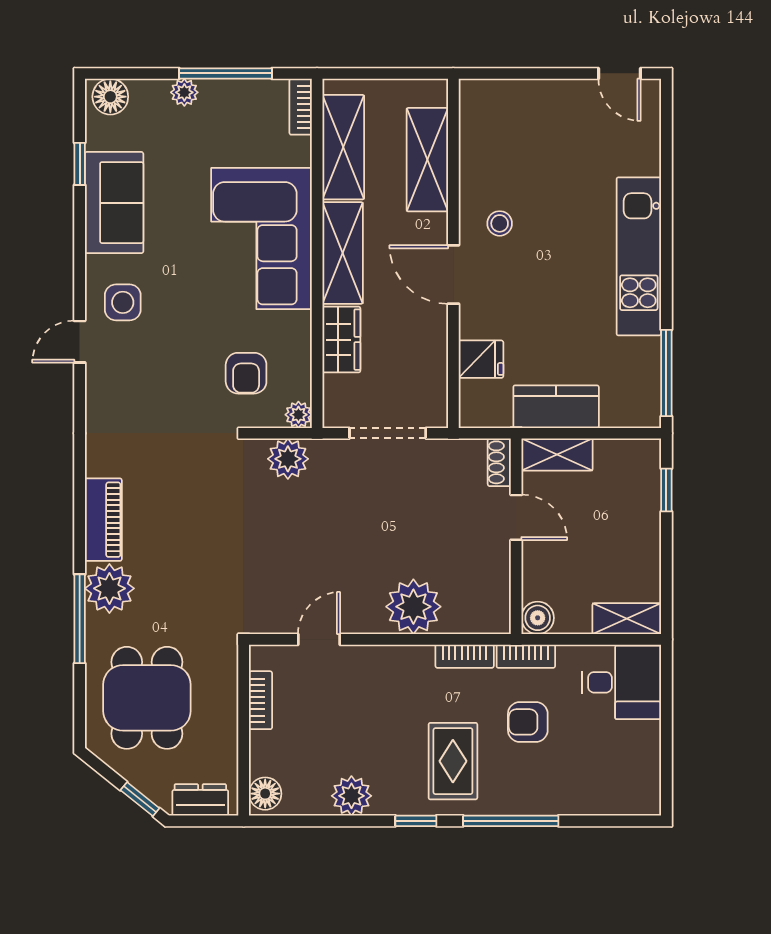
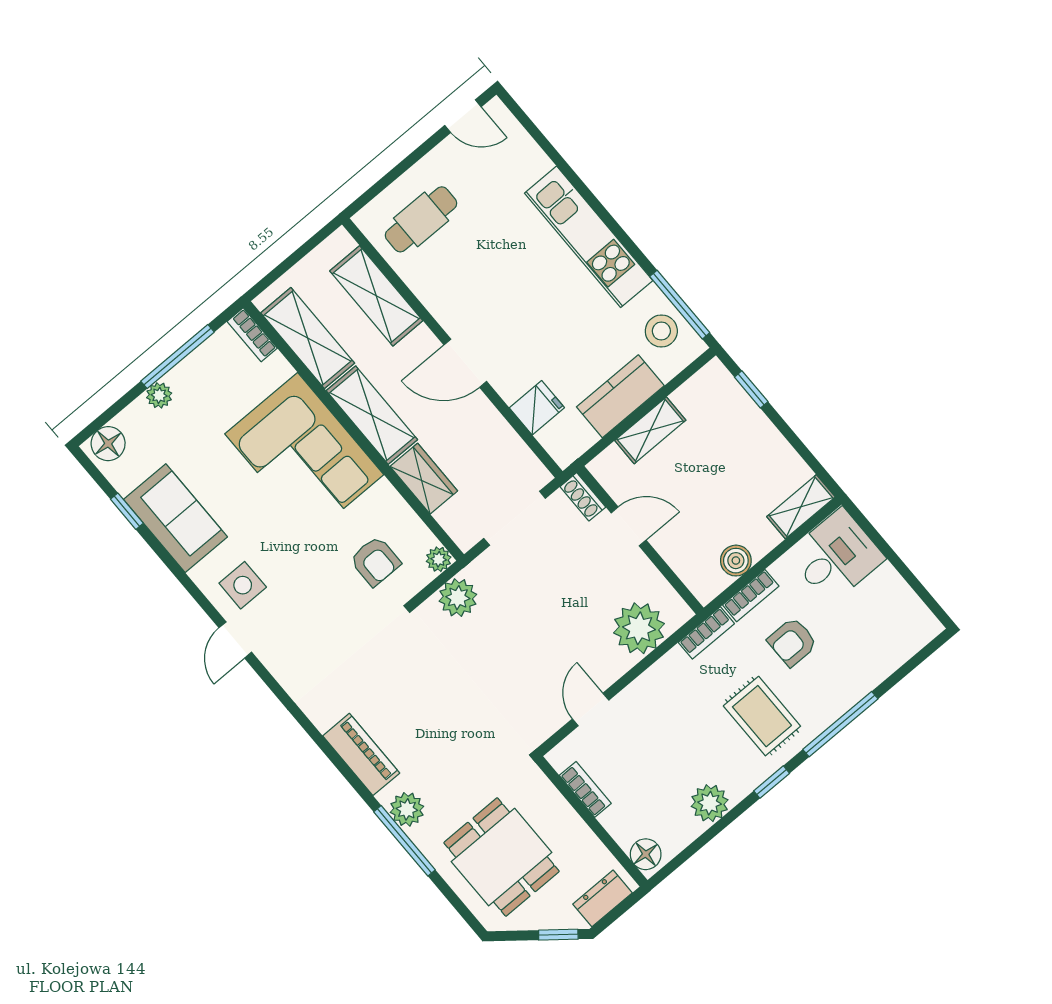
cafe table: (515, 128) -> (421, 219), added
stool: (500, 223) -> (661, 331), moved, width x1.37, depth x1.37
shoe rack: (499, 462) -> (583, 497), moved
door: (516, 517) -> (629, 526), moved
wall: (516, 536) -> (640, 540), moved
plant: (109, 588) -> (407, 809), width x0.73, depth x0.73

